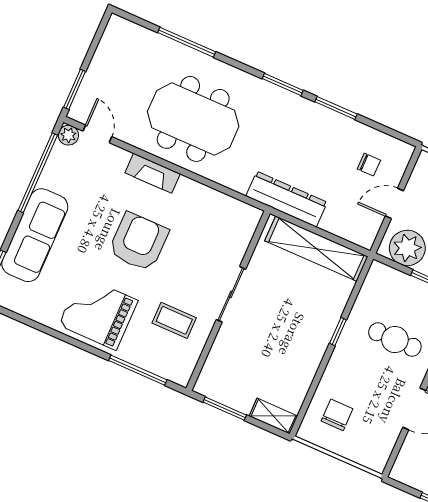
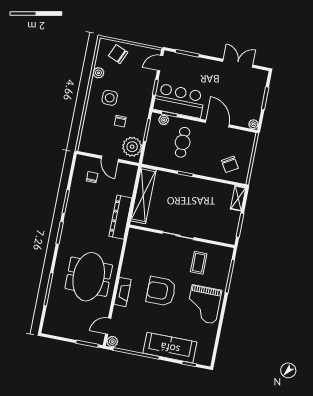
chair: (337, 415) -> (230, 164), turned -121
plant: (399, 473) -> (253, 124), added

